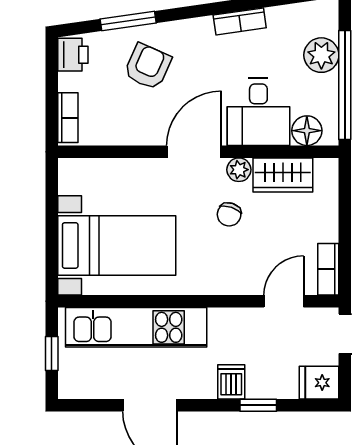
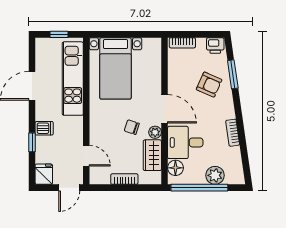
bookcase: (328, 269) -> (124, 179), moved

